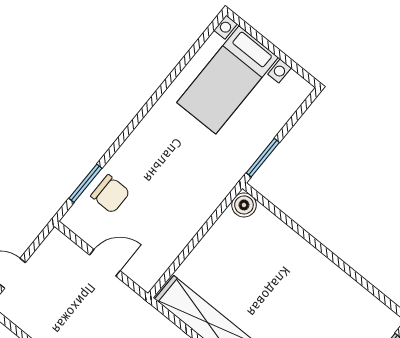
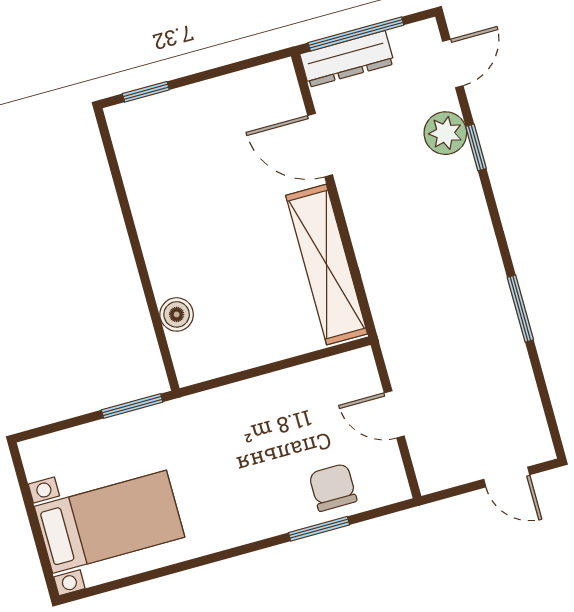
window: (85, 183) -> (319, 529), moved
boiler: (244, 205) -> (177, 314), moved

